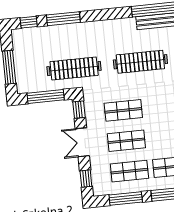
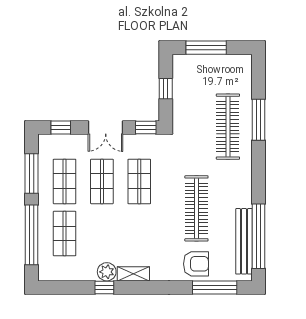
window: (29, 22) -> (259, 77), removed
clothes rail: (74, 69) -> (228, 127), moved
window: (46, 97) -> (166, 89), width x0.46
double door: (82, 142) -> (106, 128), swing flipped

